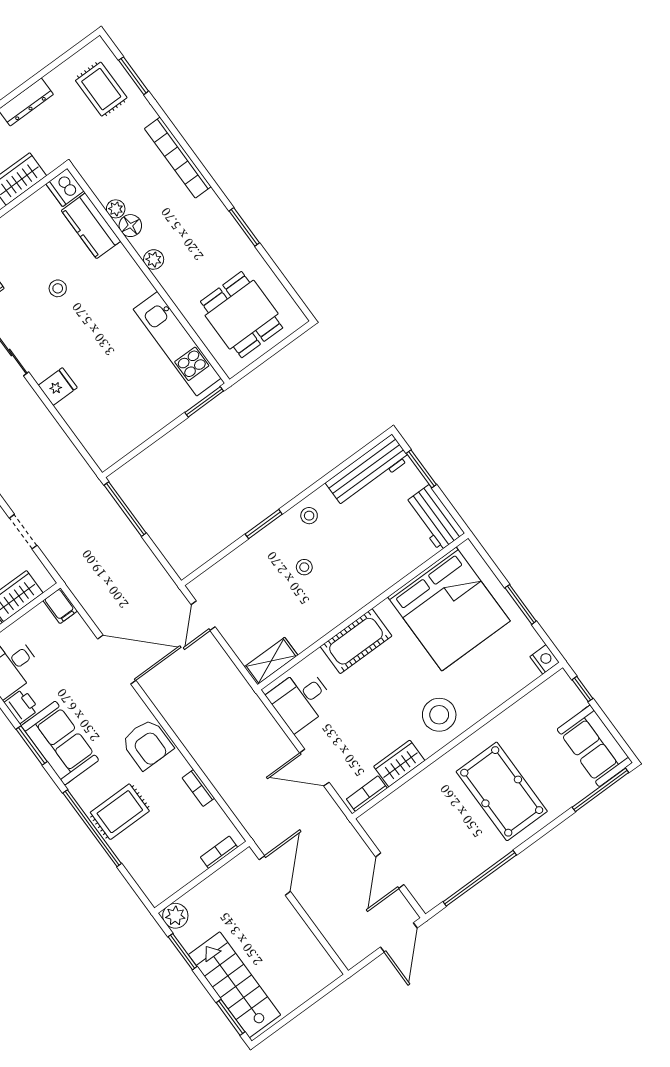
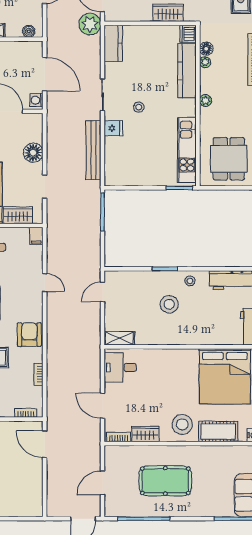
kitchen counter: (91, 226) -> (187, 71), width x1.50
floor lamp: (130, 226) -> (206, 49), moved
stool: (58, 288) -> (139, 107), moved
bench: (52, 435) -> (93, 150), added
stool: (304, 567) -> (169, 304), width x1.89, depth x1.89
cot: (356, 641) -> (218, 432), moved
door: (117, 660) -> (45, 282), width x0.53
armchair: (147, 744) -> (29, 335), turned 180
pool table: (502, 791) -> (165, 481), moved, turned 90
door: (275, 876) -> (45, 444), swing flipped

